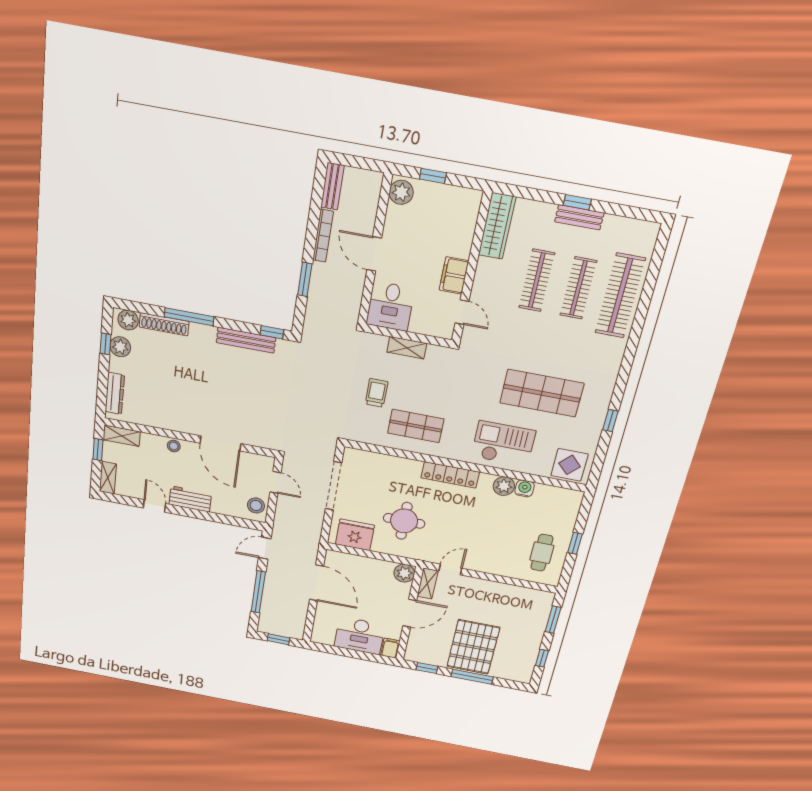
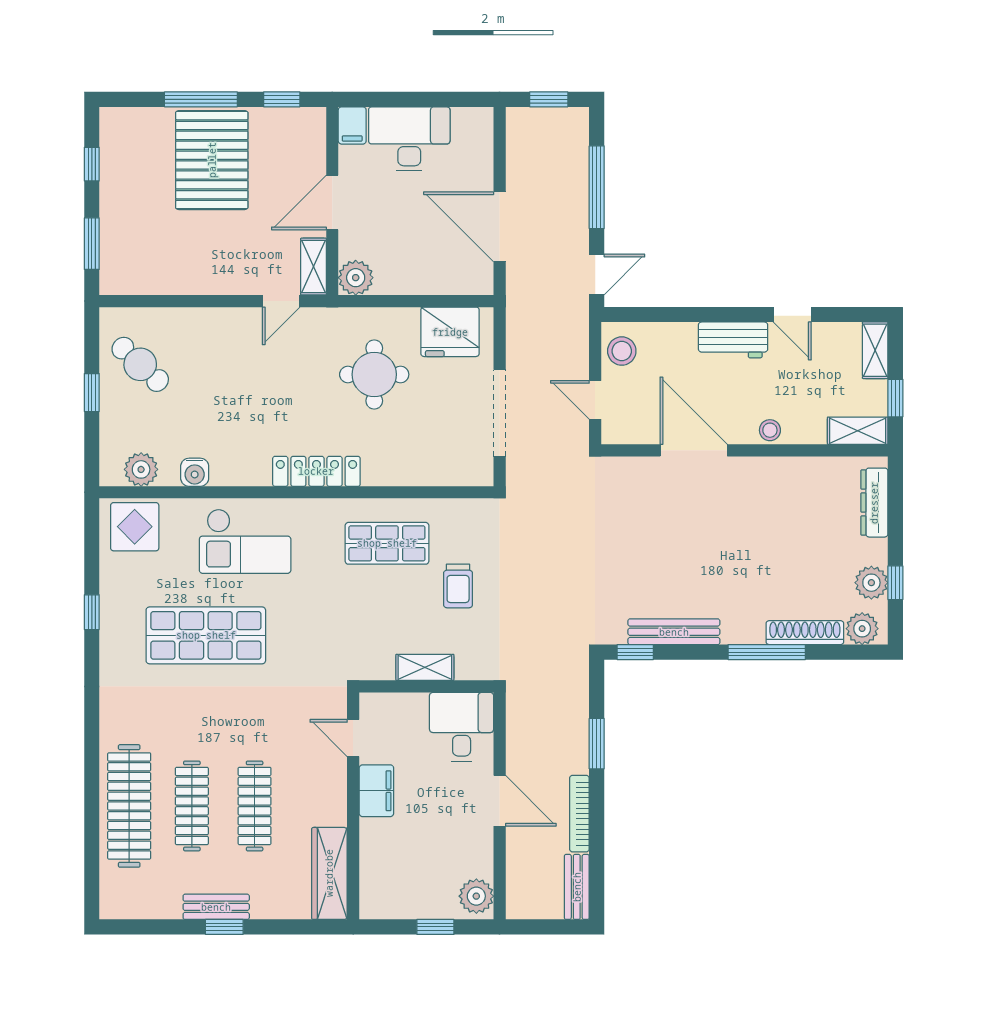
plant: (504, 486) -> (141, 469), moved
cafe table: (542, 553) -> (140, 364), turned -47

